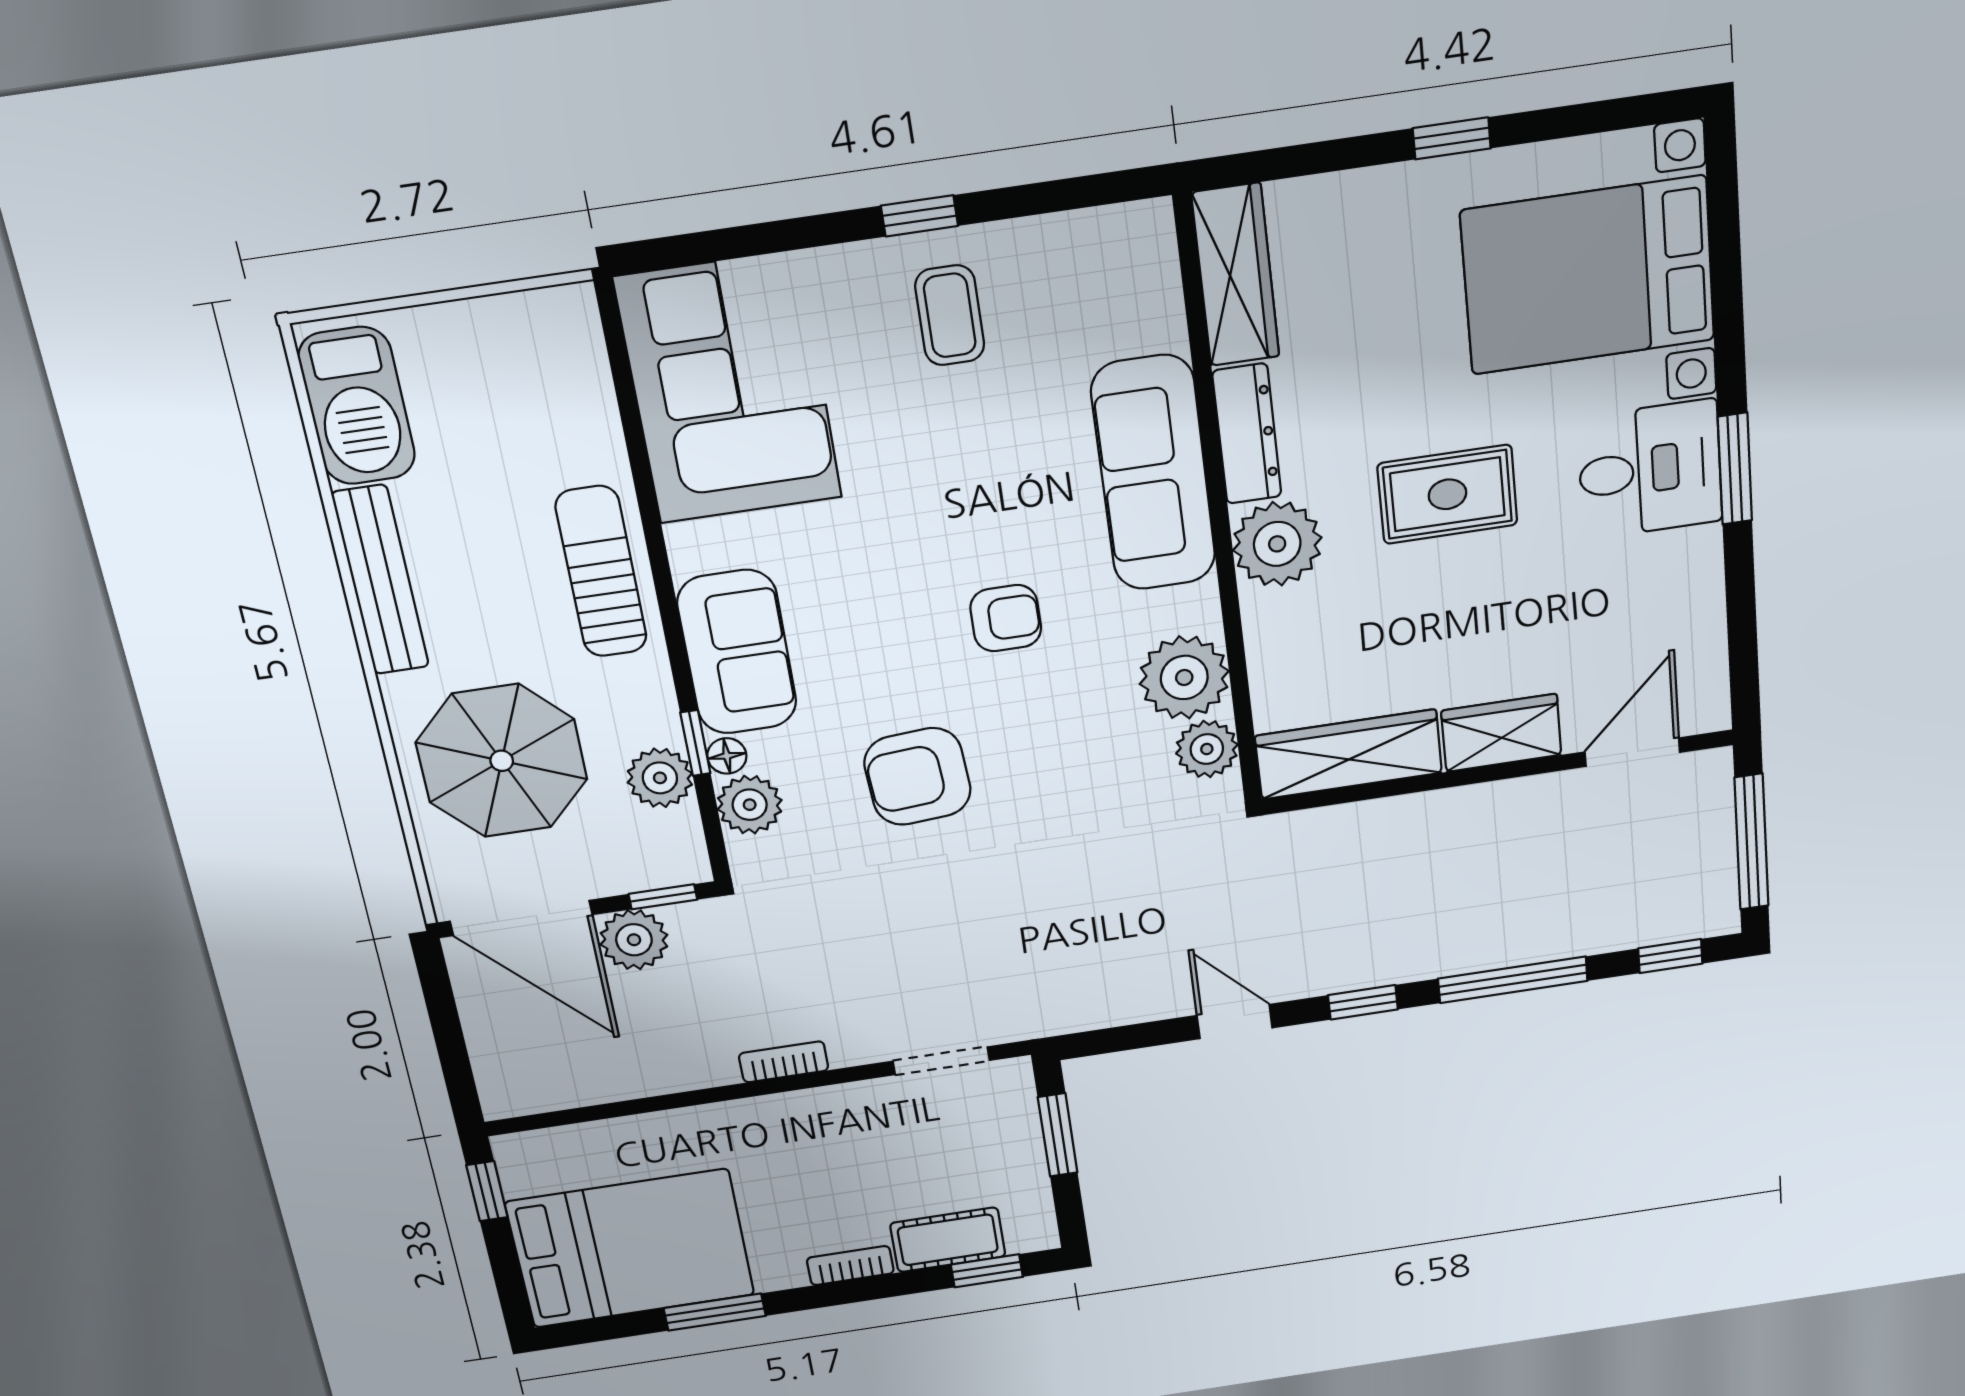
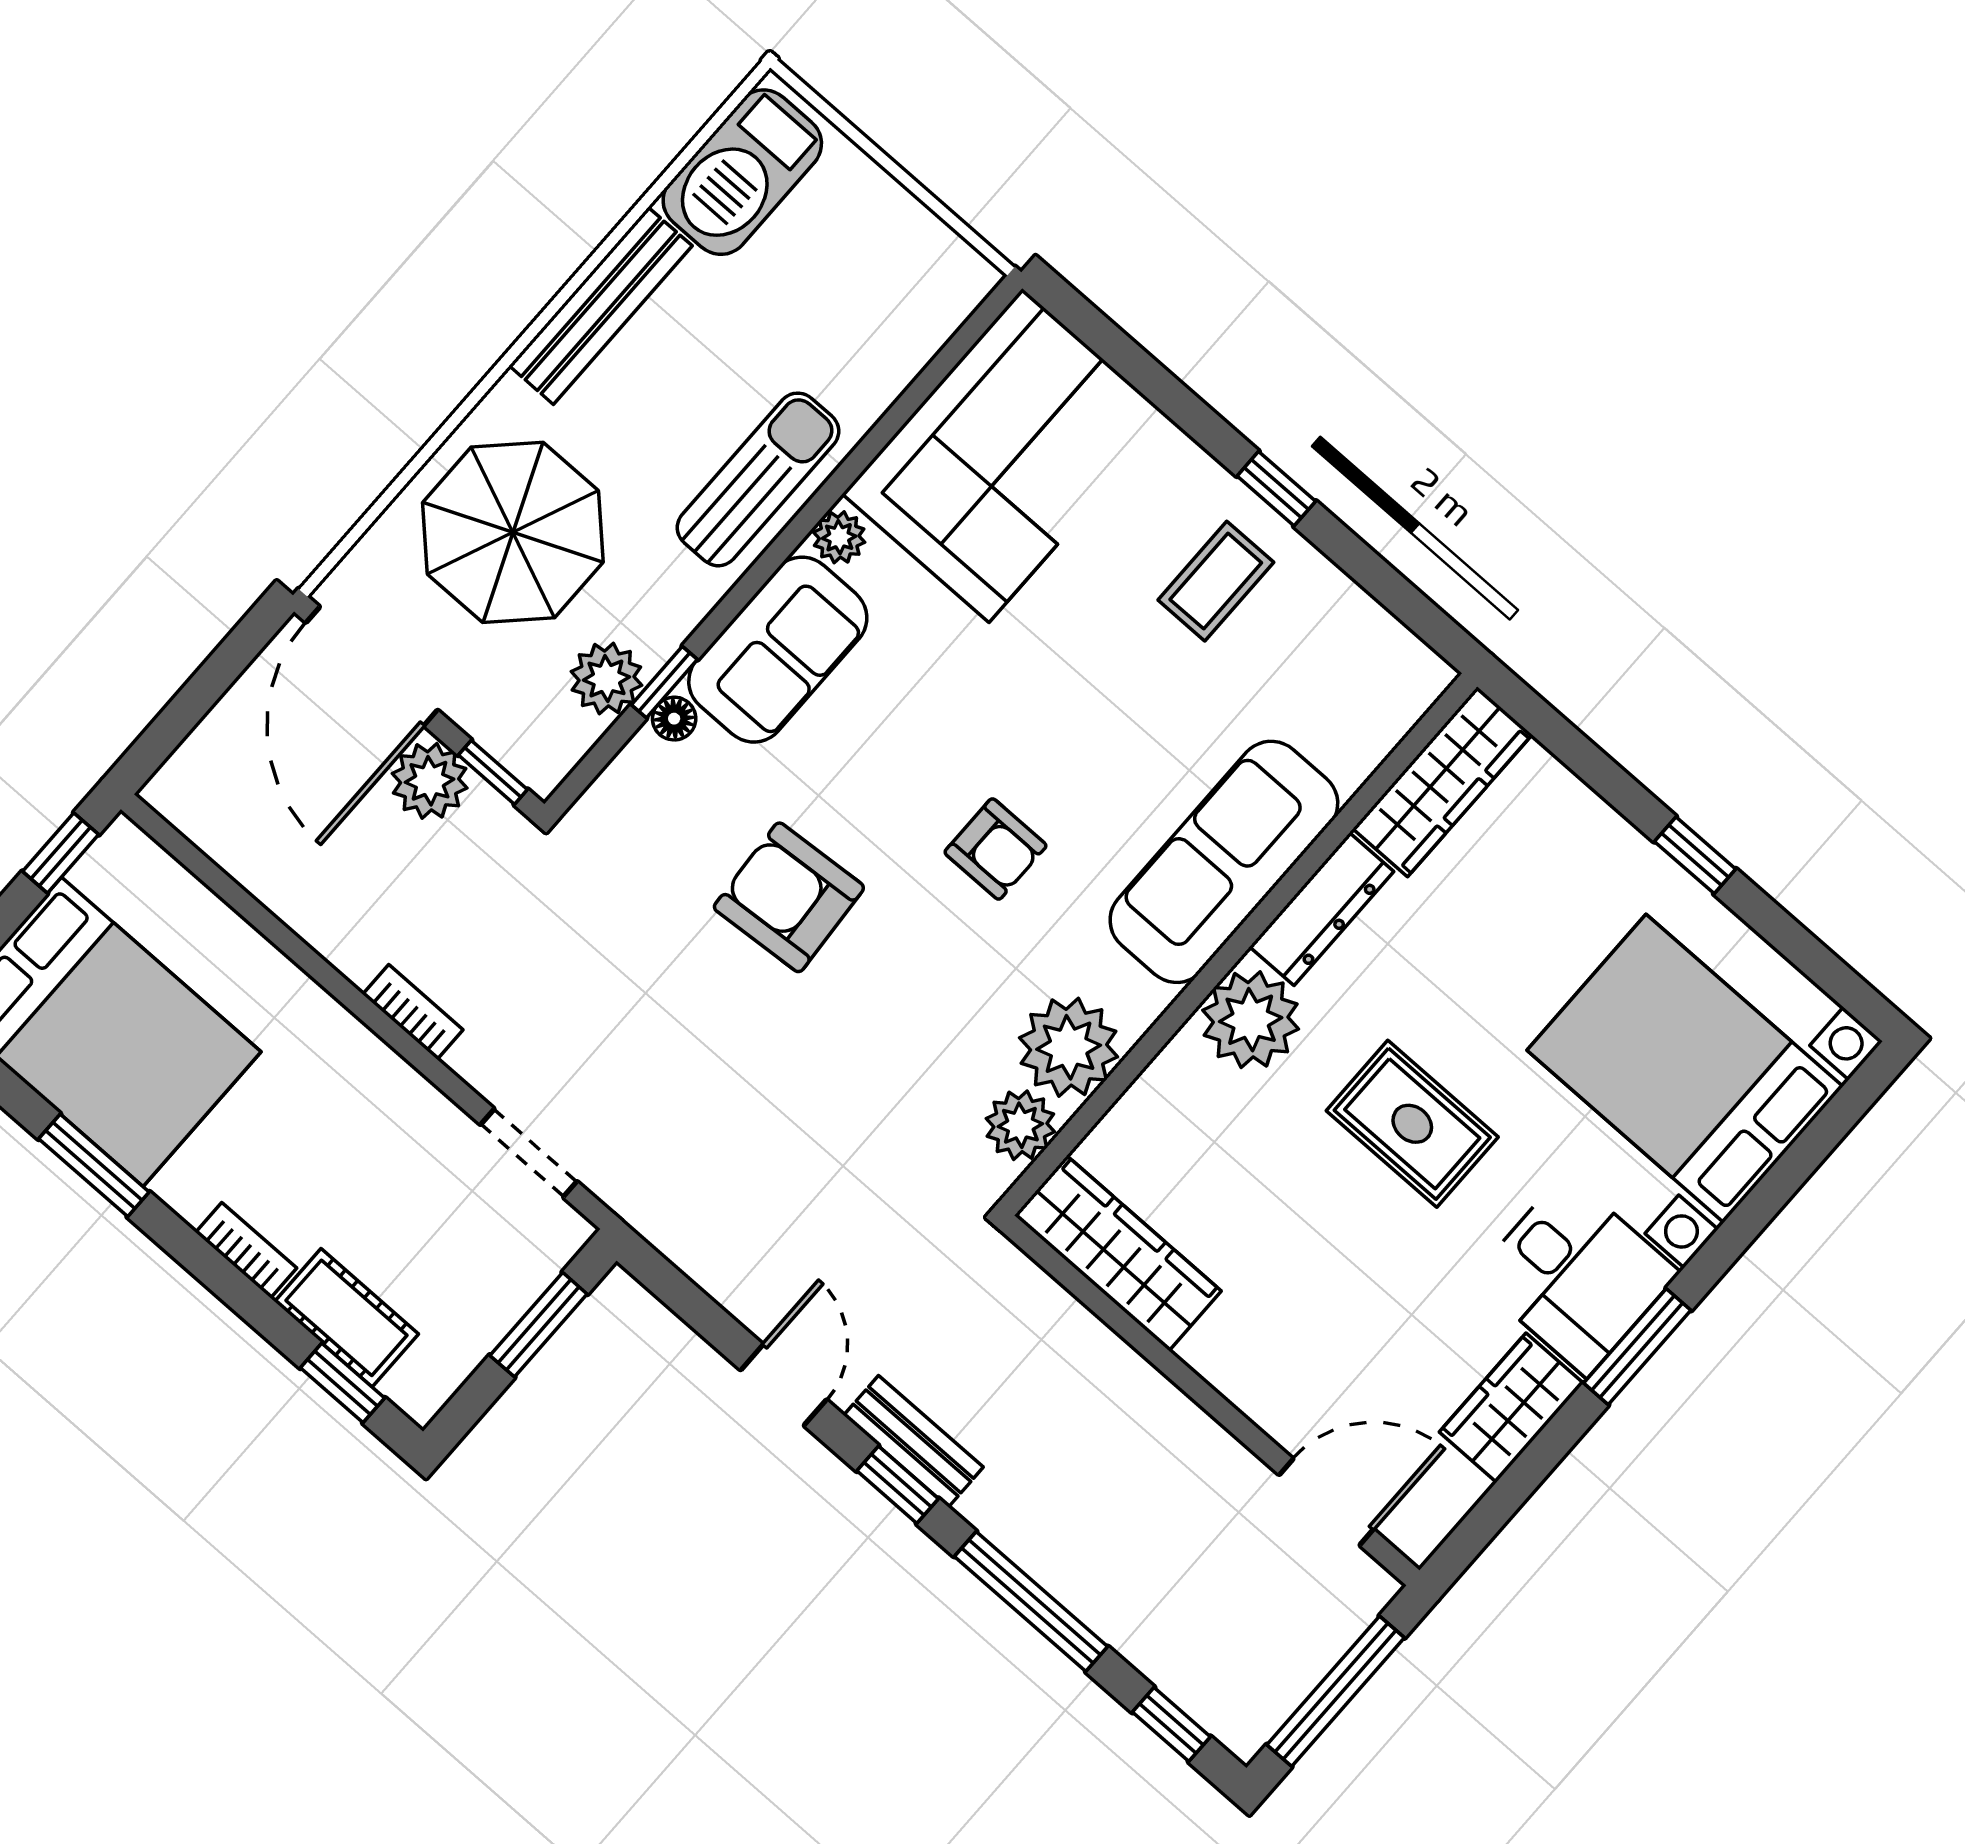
wardrobe: (1501, 733) -> (1511, 1408), moved, turned -90
plant: (750, 805) -> (839, 537), moved, width x0.73, depth x0.73
bench: (1345, 972) -> (913, 1441), added

